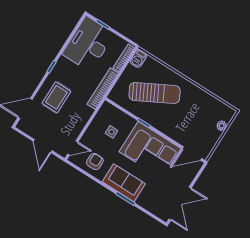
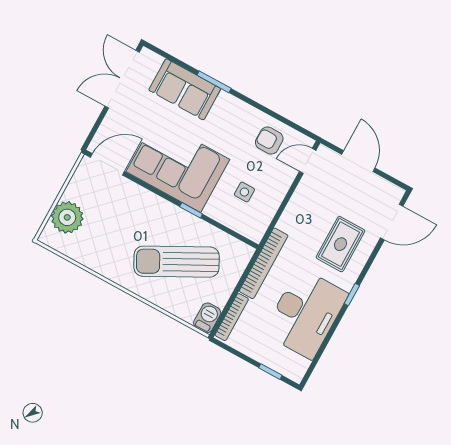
desk: (88, 44) -> (306, 313), moved
plant: (222, 126) -> (67, 217), width x1.88, depth x1.88
armchair: (95, 162) -> (269, 141), turned 90
sofa: (124, 183) -> (185, 89), moved

